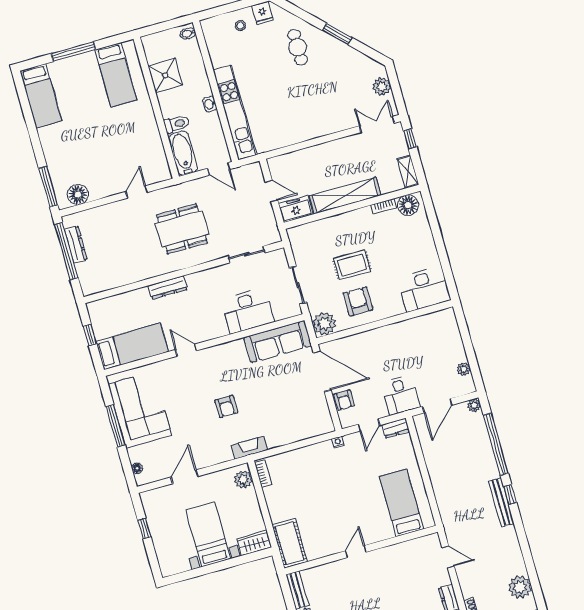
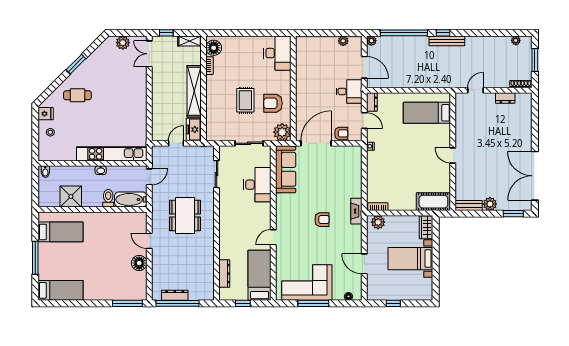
floor lamp: (78, 195) -> (139, 263), moved
dresser: (168, 287) -> (224, 274), moved
plant: (520, 587) -> (516, 40), width x0.53, depth x0.53

